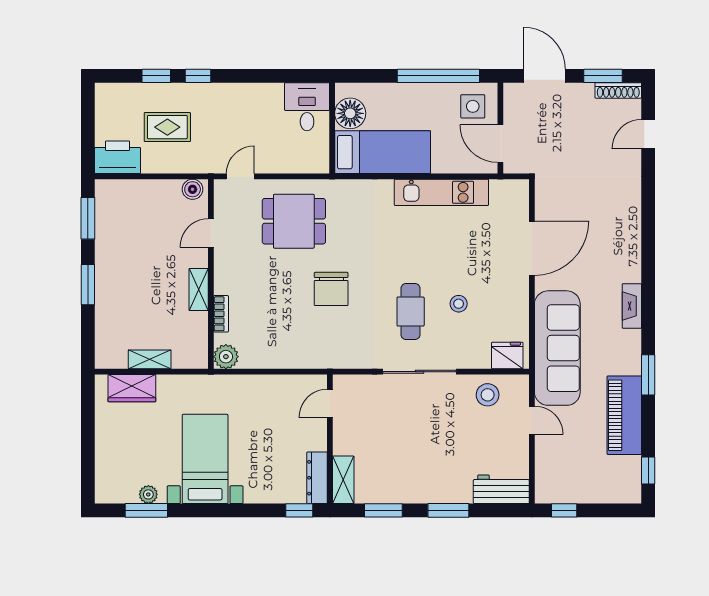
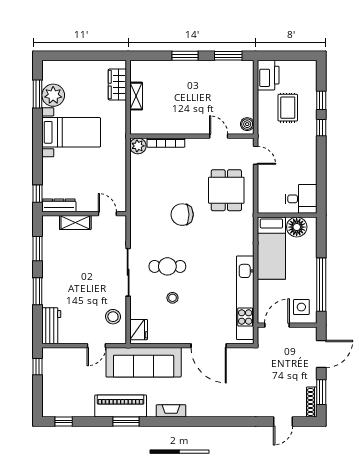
door: (648, 134) -> (283, 422), swing flipped
kitchen unit: (441, 192) -> (245, 298), width x1.36
shelving: (199, 290) -> (182, 128), removed
bookcase: (221, 314) -> (166, 143), width x1.56
piano: (624, 415) -> (121, 406), moved
shelving: (343, 480) -> (75, 222), moved
plant: (148, 494) -> (53, 95), width x1.87, depth x1.87

